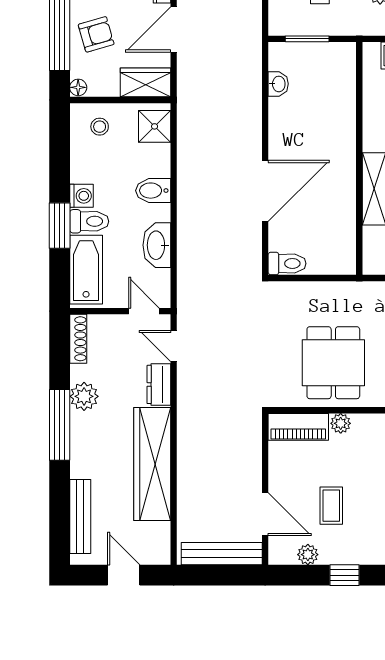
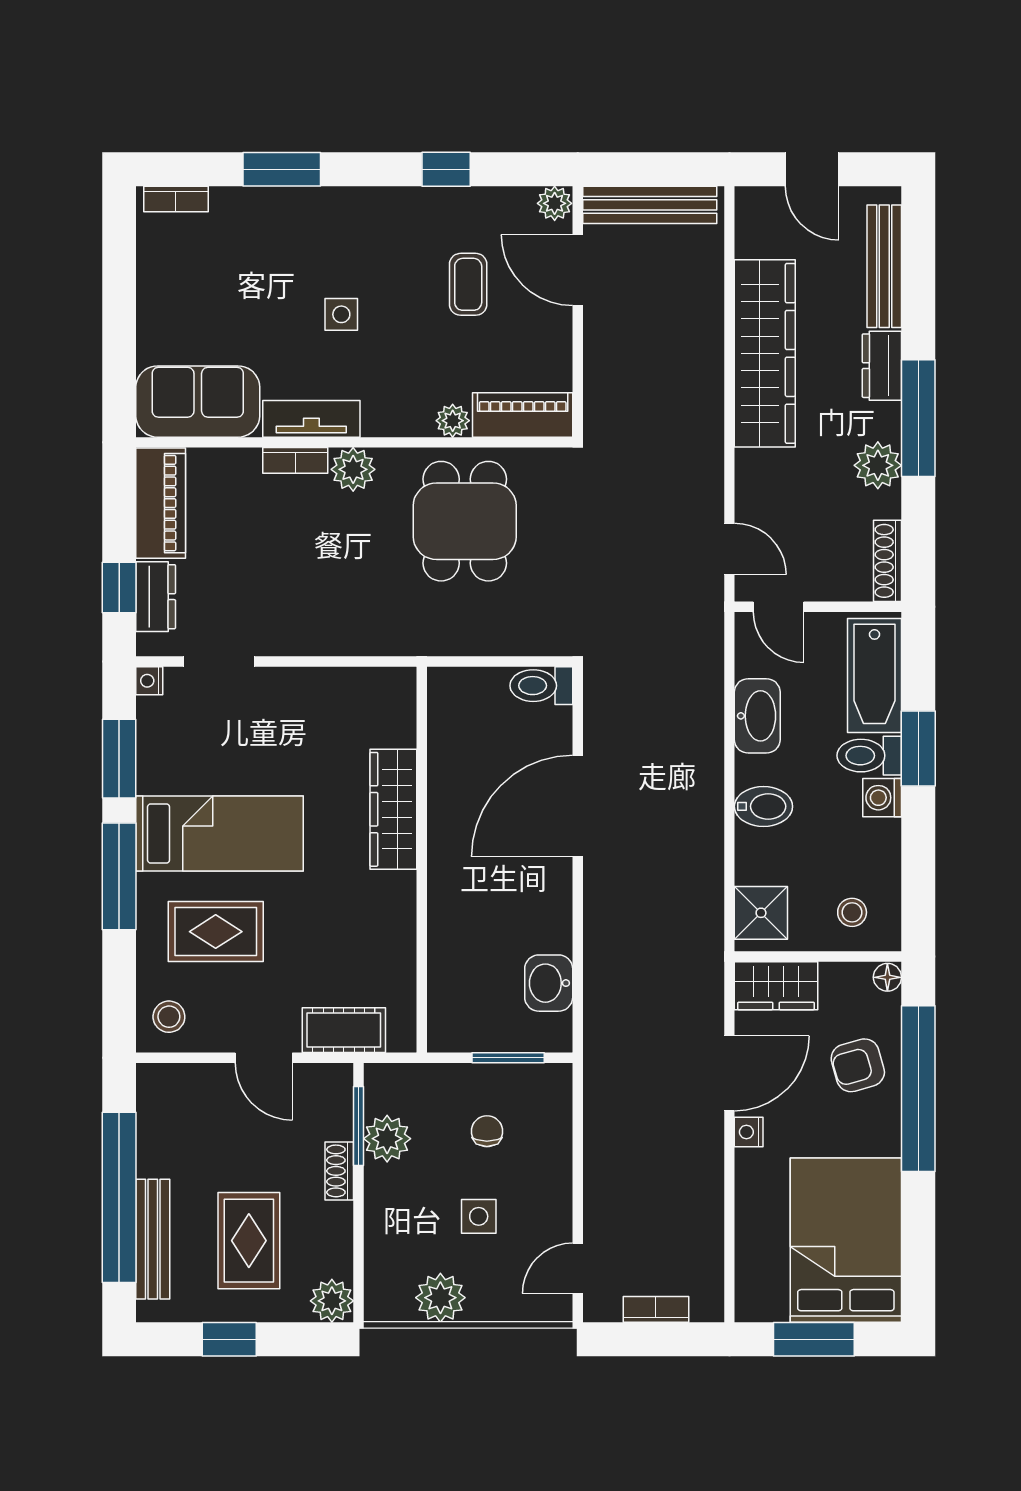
washbasin: (278, 84) -> (549, 983), width x1.38, depth x1.45
dresser: (159, 384) -> (882, 366), moved, turned 180
plant: (308, 555) -> (555, 203), moved

